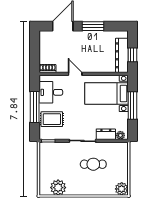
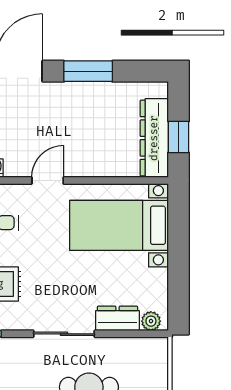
door: (75, 74) -> (48, 181), hinge flipped
window: (132, 105) -> (179, 253), removed

